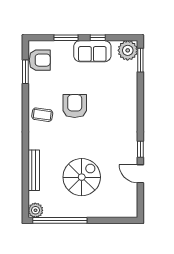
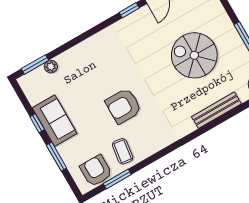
plant: (128, 50) -> (51, 67), moved, width x0.53, depth x0.53
coffee table: (42, 115) -> (123, 151), moved

